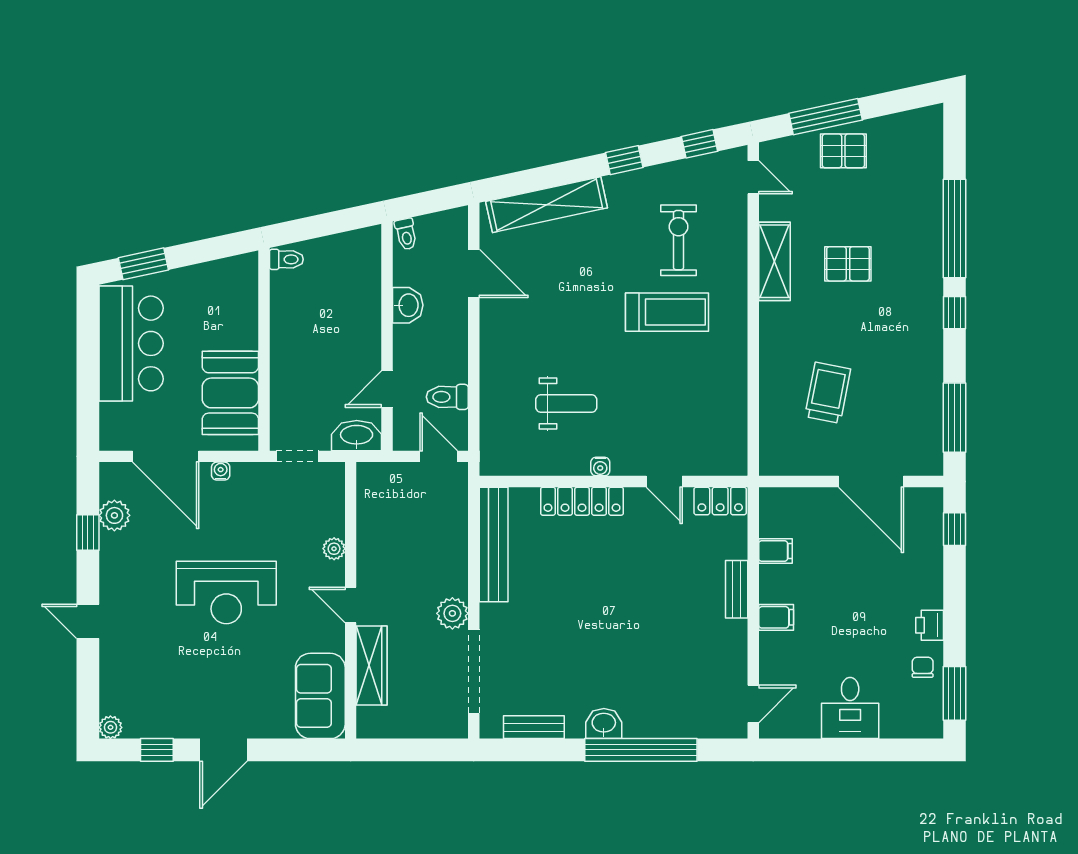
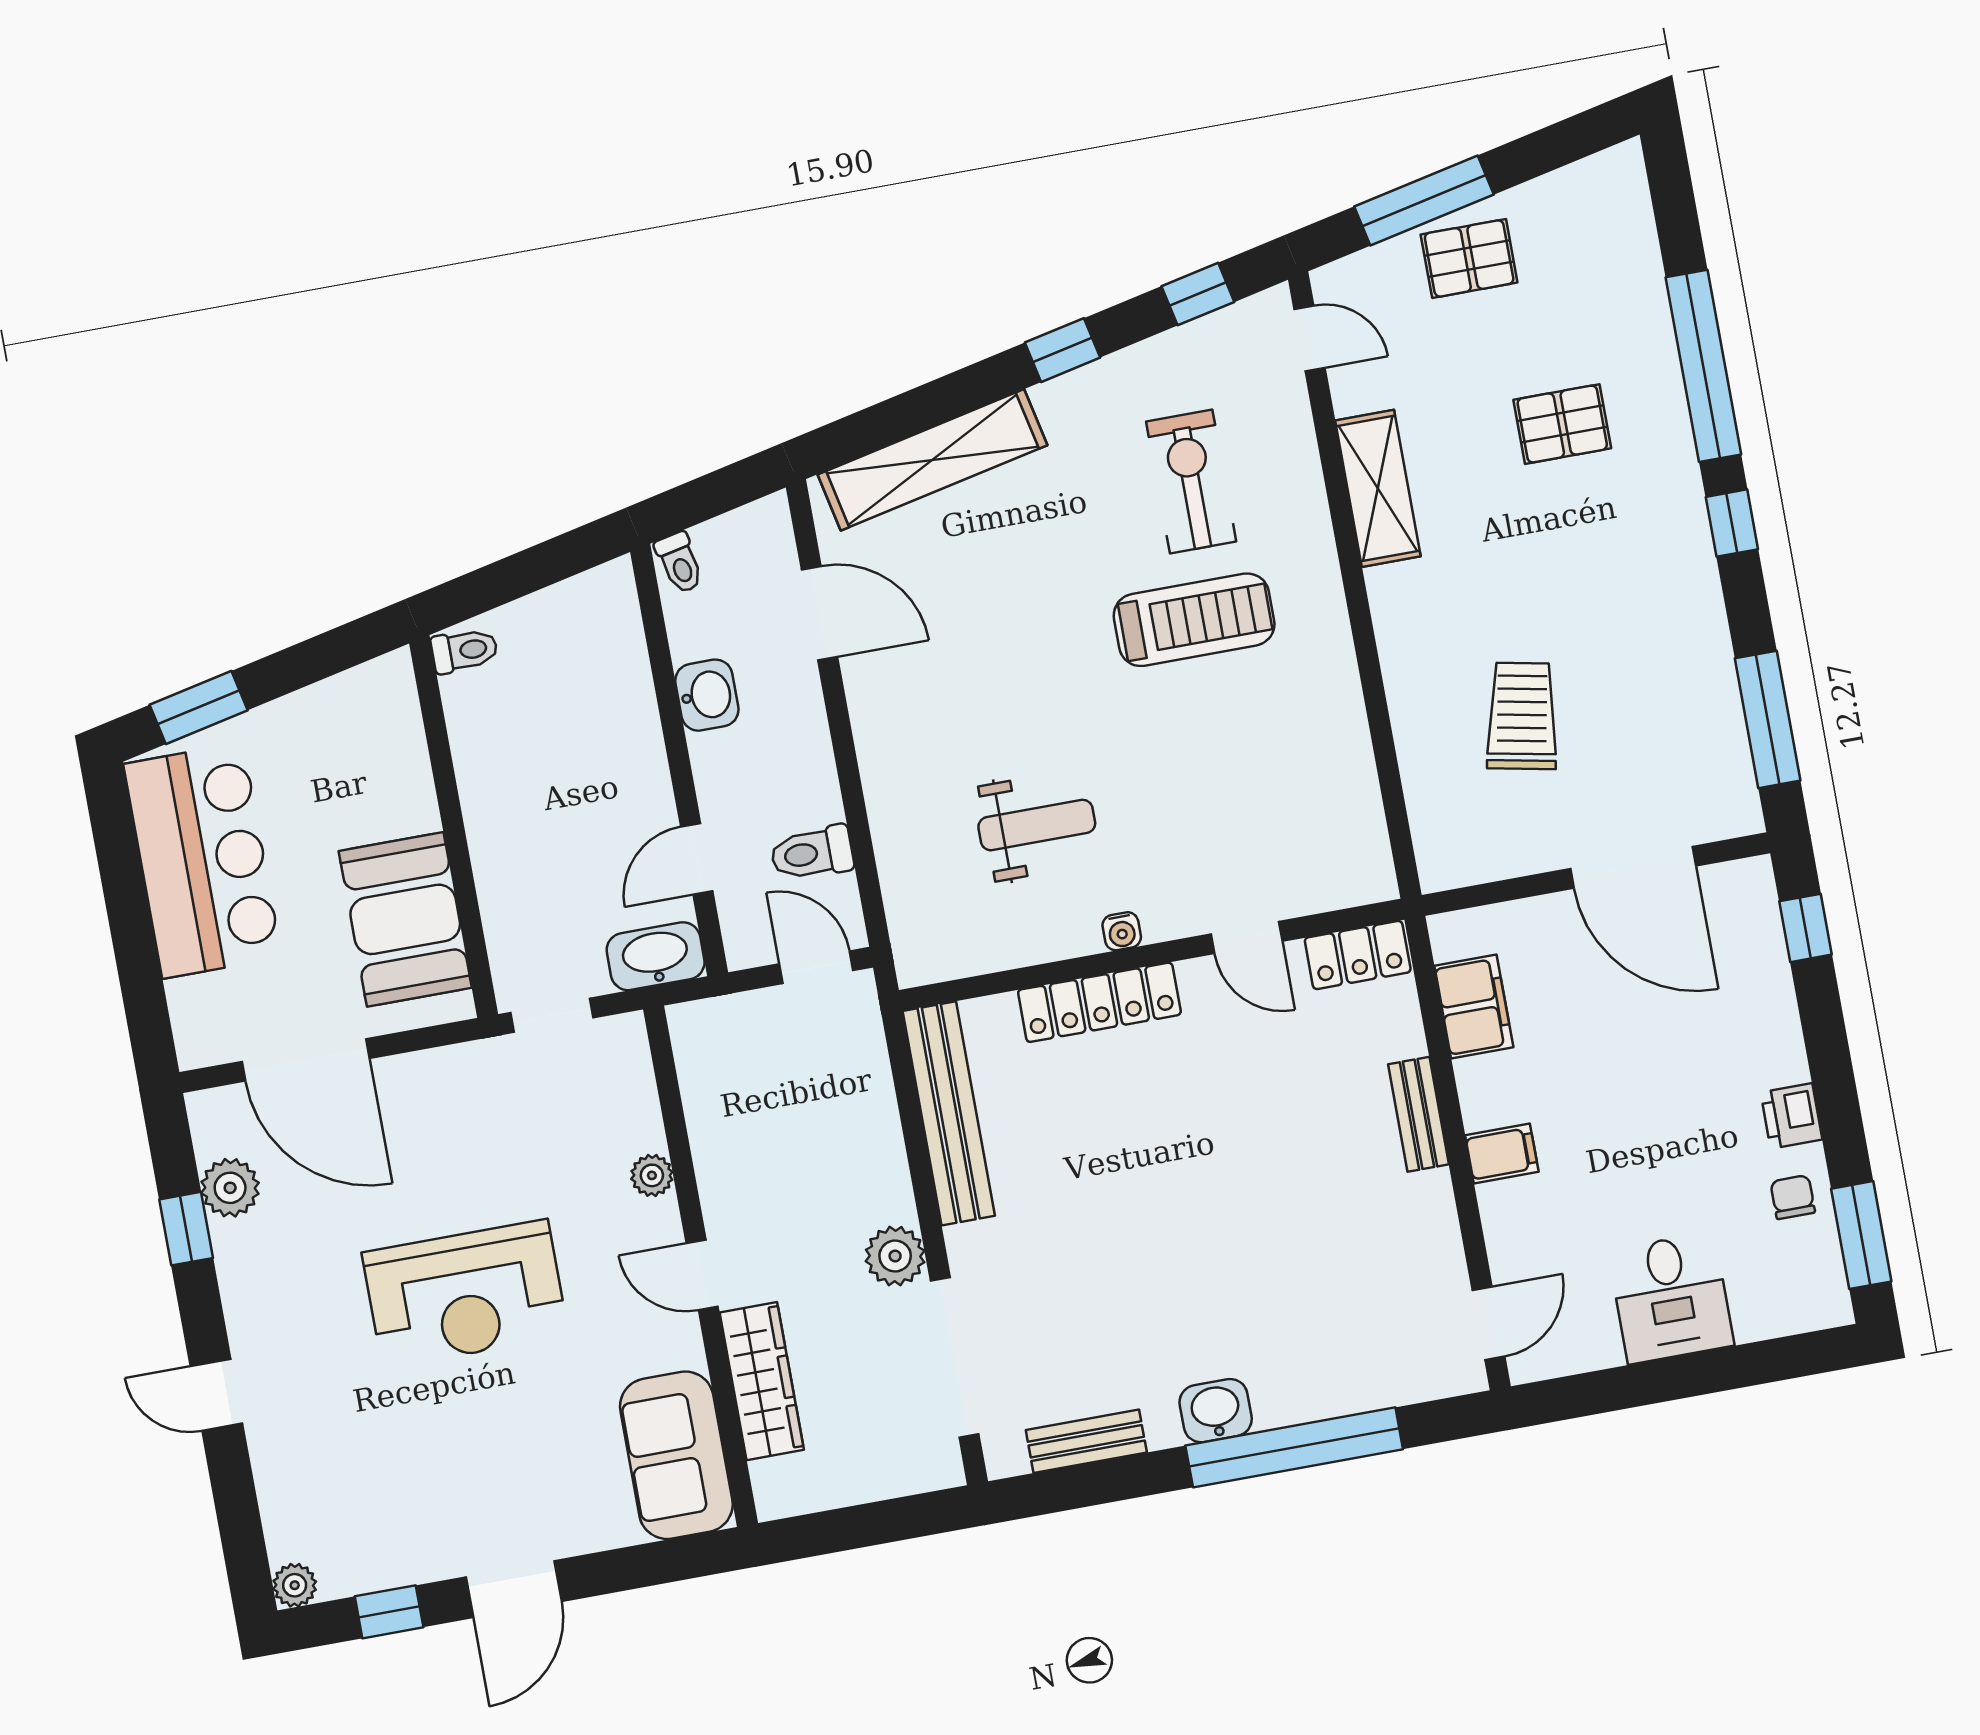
pallet: (848, 264) -> (1562, 424), moved
water cooler: (221, 471) -> (414, 1069), removed
filing cabinet: (775, 551) -> (1474, 1006), width x2.00

